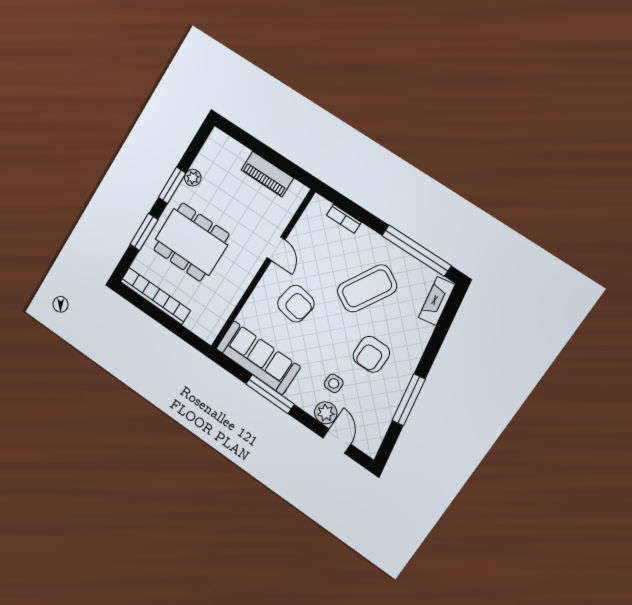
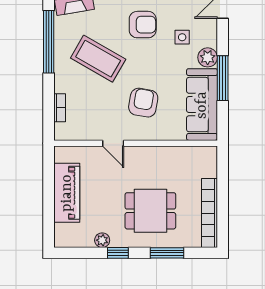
piano: (267, 174) -> (67, 193), width x1.37, depth x1.33
window: (172, 185) -> (118, 253), width x0.67
dining table: (191, 242) -> (150, 211), width x0.73
door: (276, 249) -> (113, 143), swing flipped
plant: (326, 413) -> (208, 57), moved

